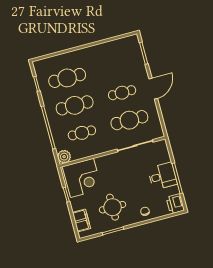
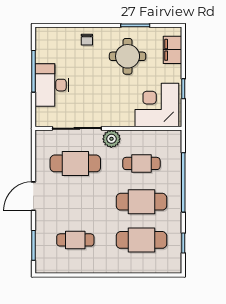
cafe table: (122, 93) -> (75, 240), moved
plant: (64, 157) -> (111, 139), moved
desk: (162, 176) -> (52, 85), width x1.37
printer: (175, 204) -> (45, 39), removed

